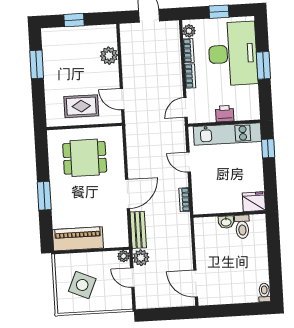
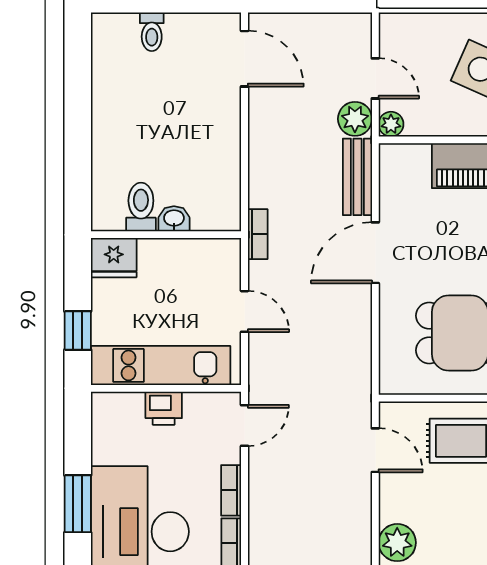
fridge: (254, 202) -> (114, 258), moved
wall: (229, 214) -> (166, 235), moved
washbasin: (226, 222) -> (174, 219), moved
toilet: (242, 227) -> (141, 207), moved
toilet: (264, 293) -> (152, 32), moved

